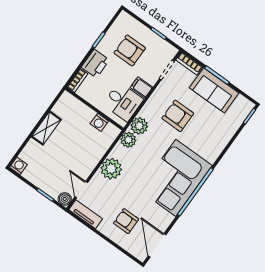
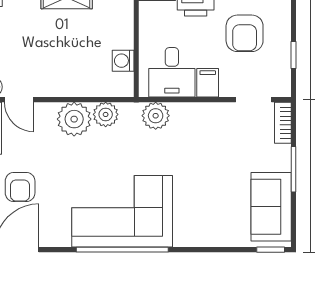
armchair: (130, 50) -> (245, 33), turned 180
sofa: (214, 90) -> (271, 207), moved
armchair: (178, 116) -> (204, 156), removed
plant: (128, 140) -> (106, 114), moved
door: (81, 190) -> (19, 100), swing flipped
armchair: (126, 221) -> (20, 187), turned 180

